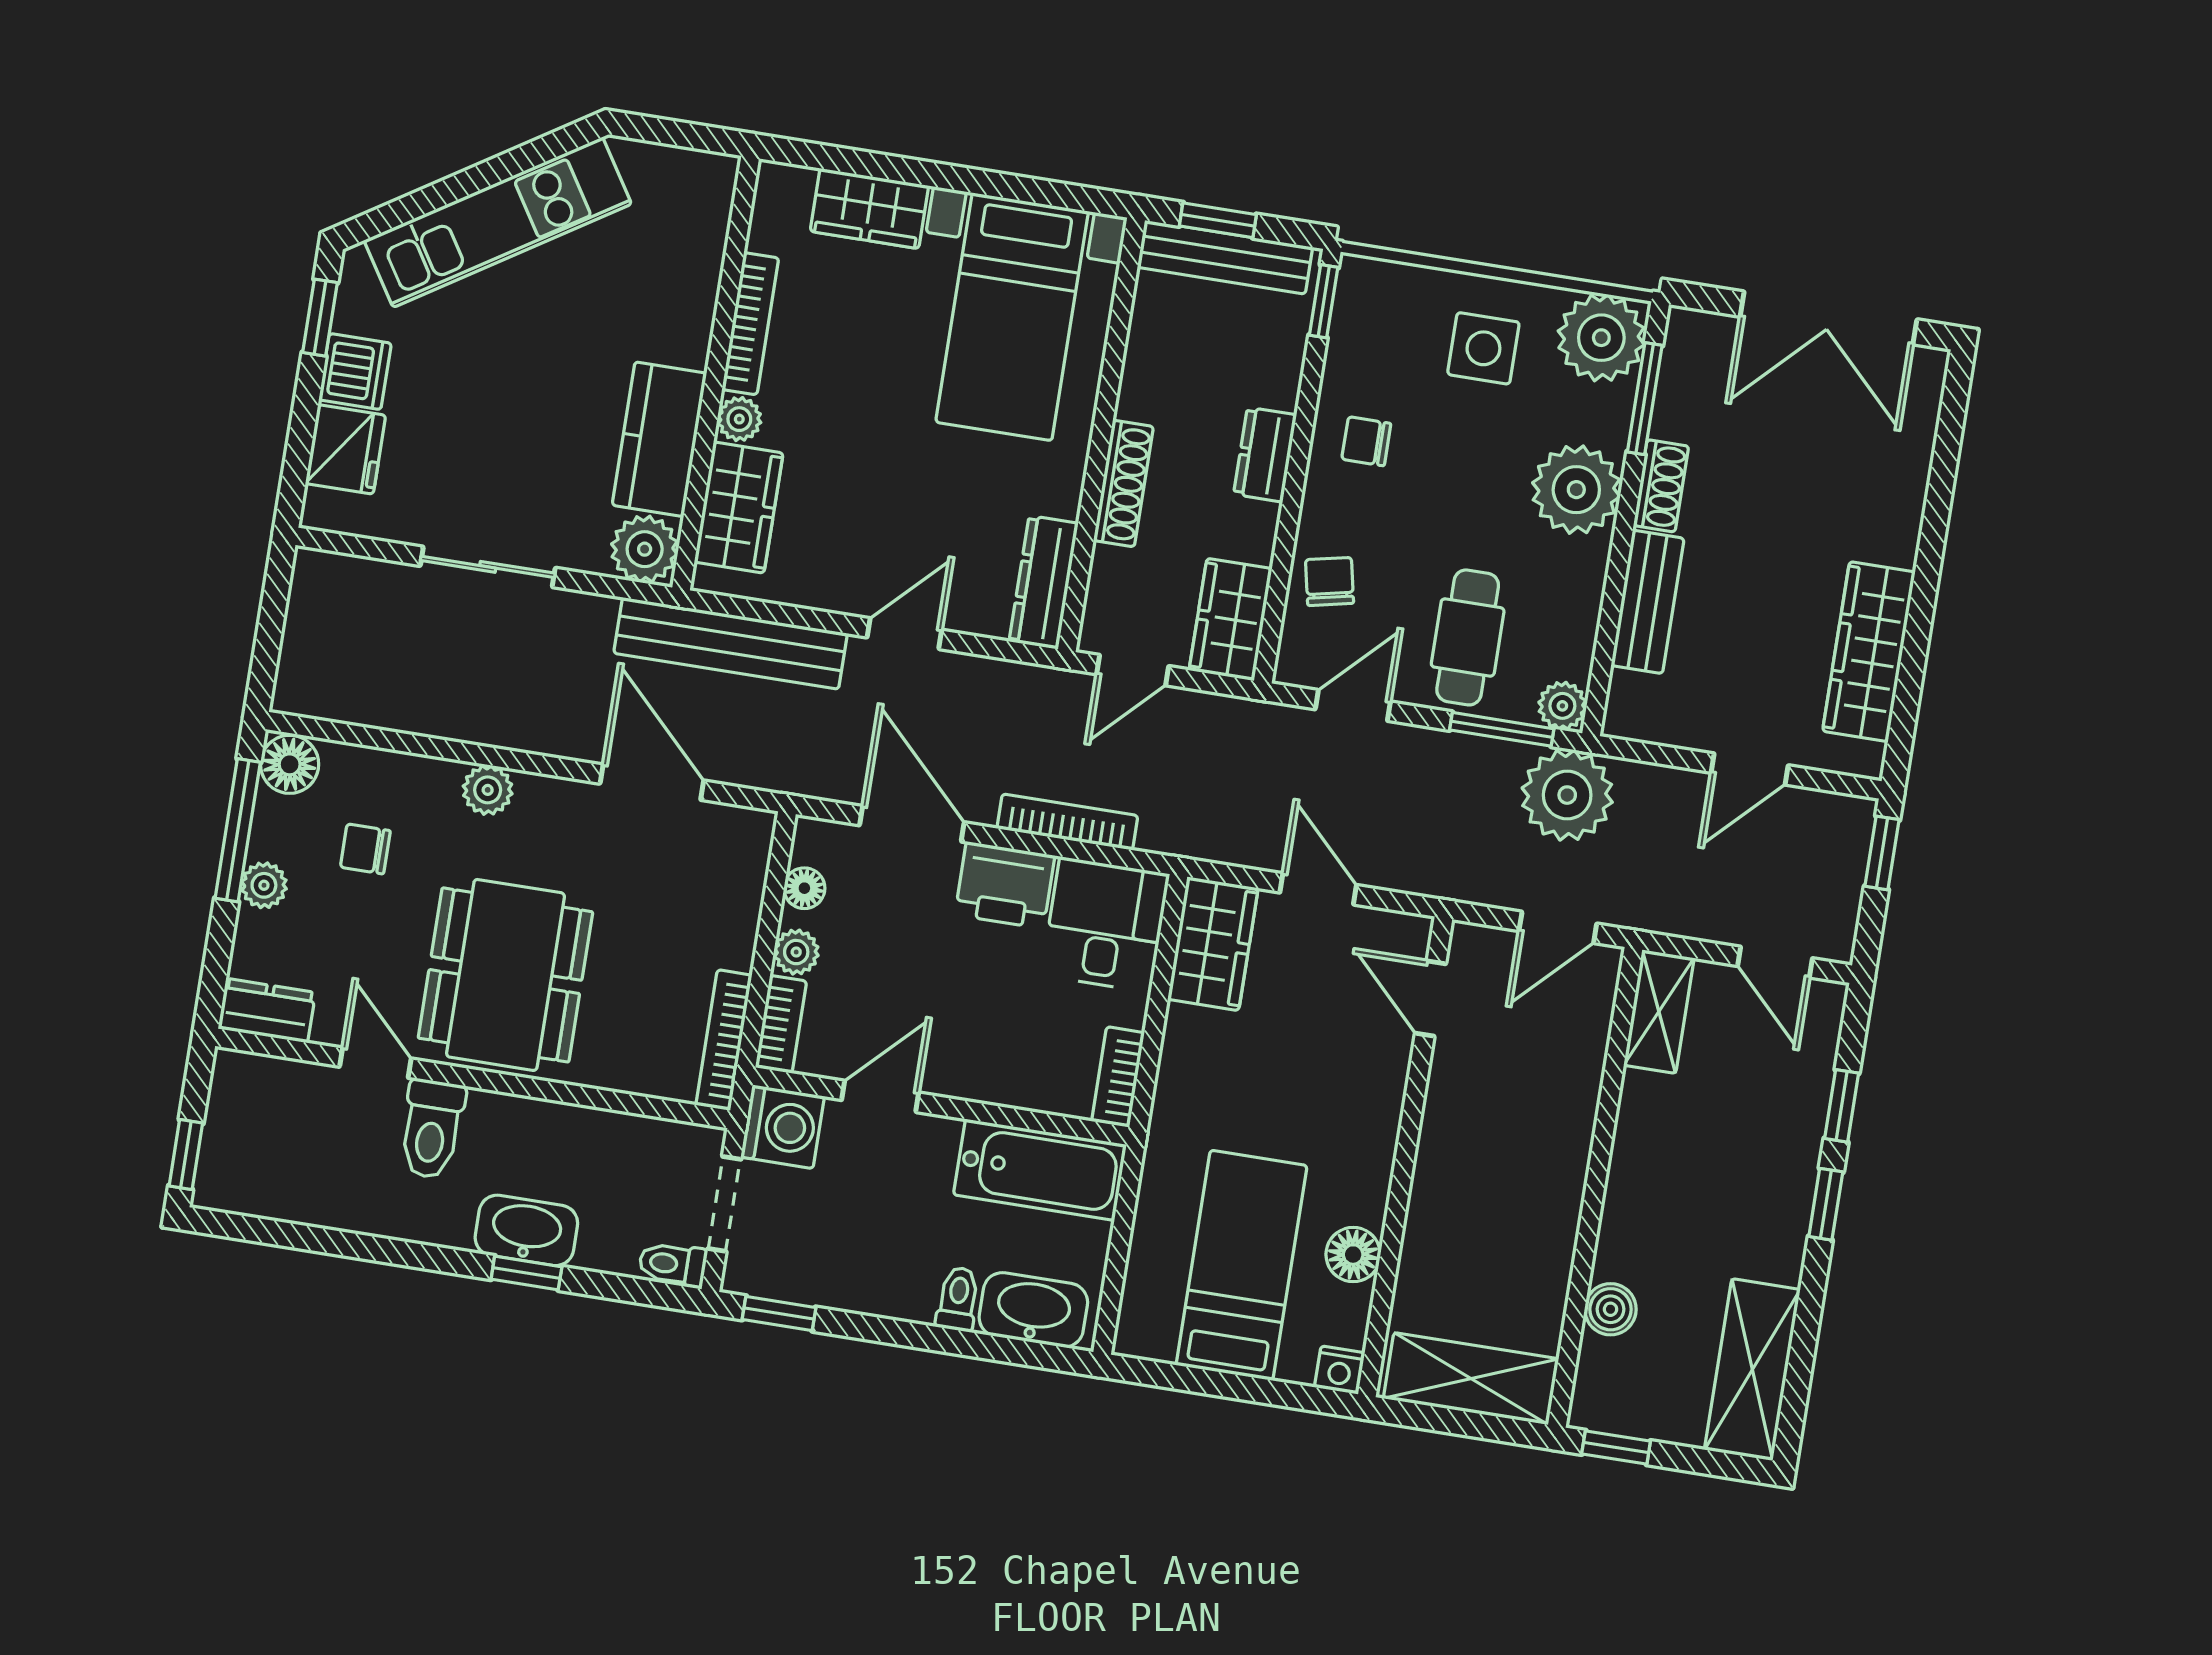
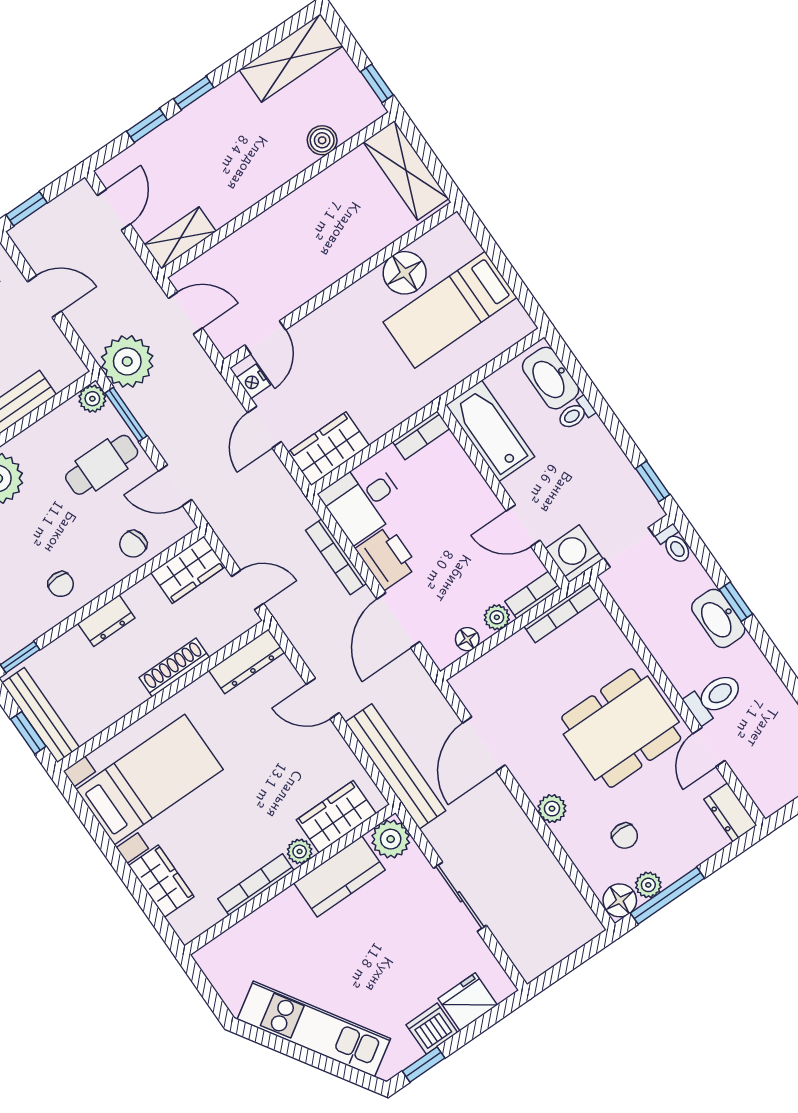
plant: (264, 885) -> (648, 885), moved
floor lamp: (1353, 1255) -> (405, 273), width x1.38, depth x1.38
nightstand: (1340, 1370) -> (253, 381), moved, turned 180

